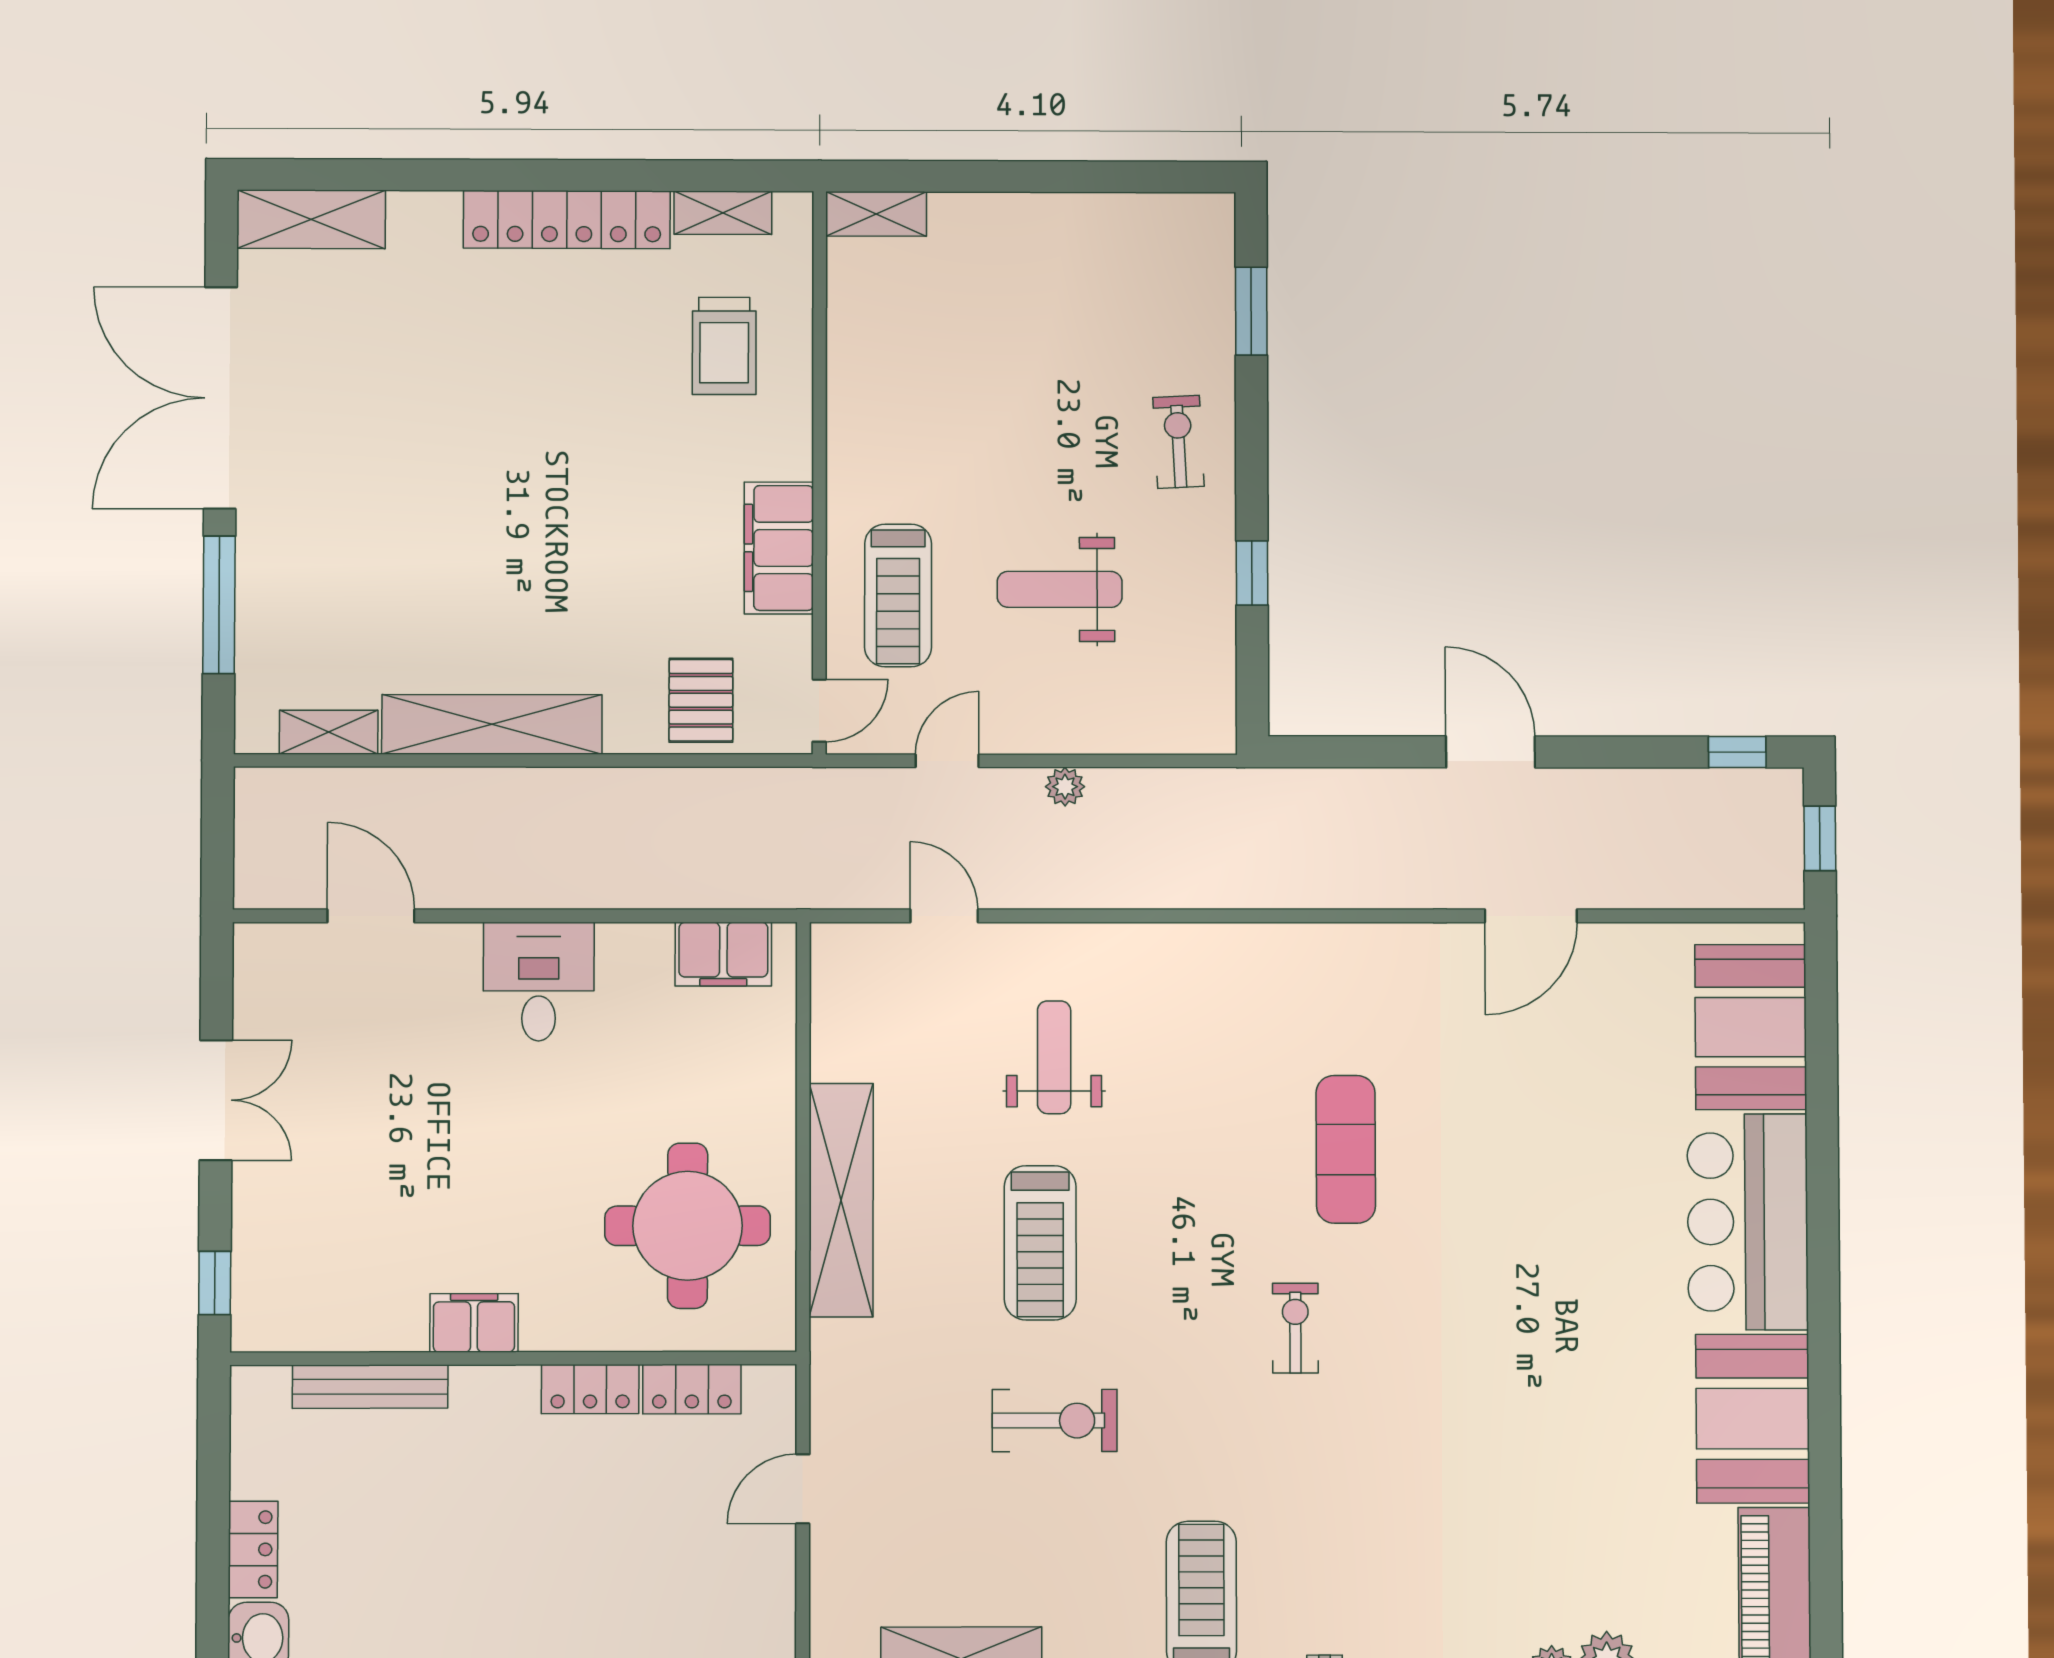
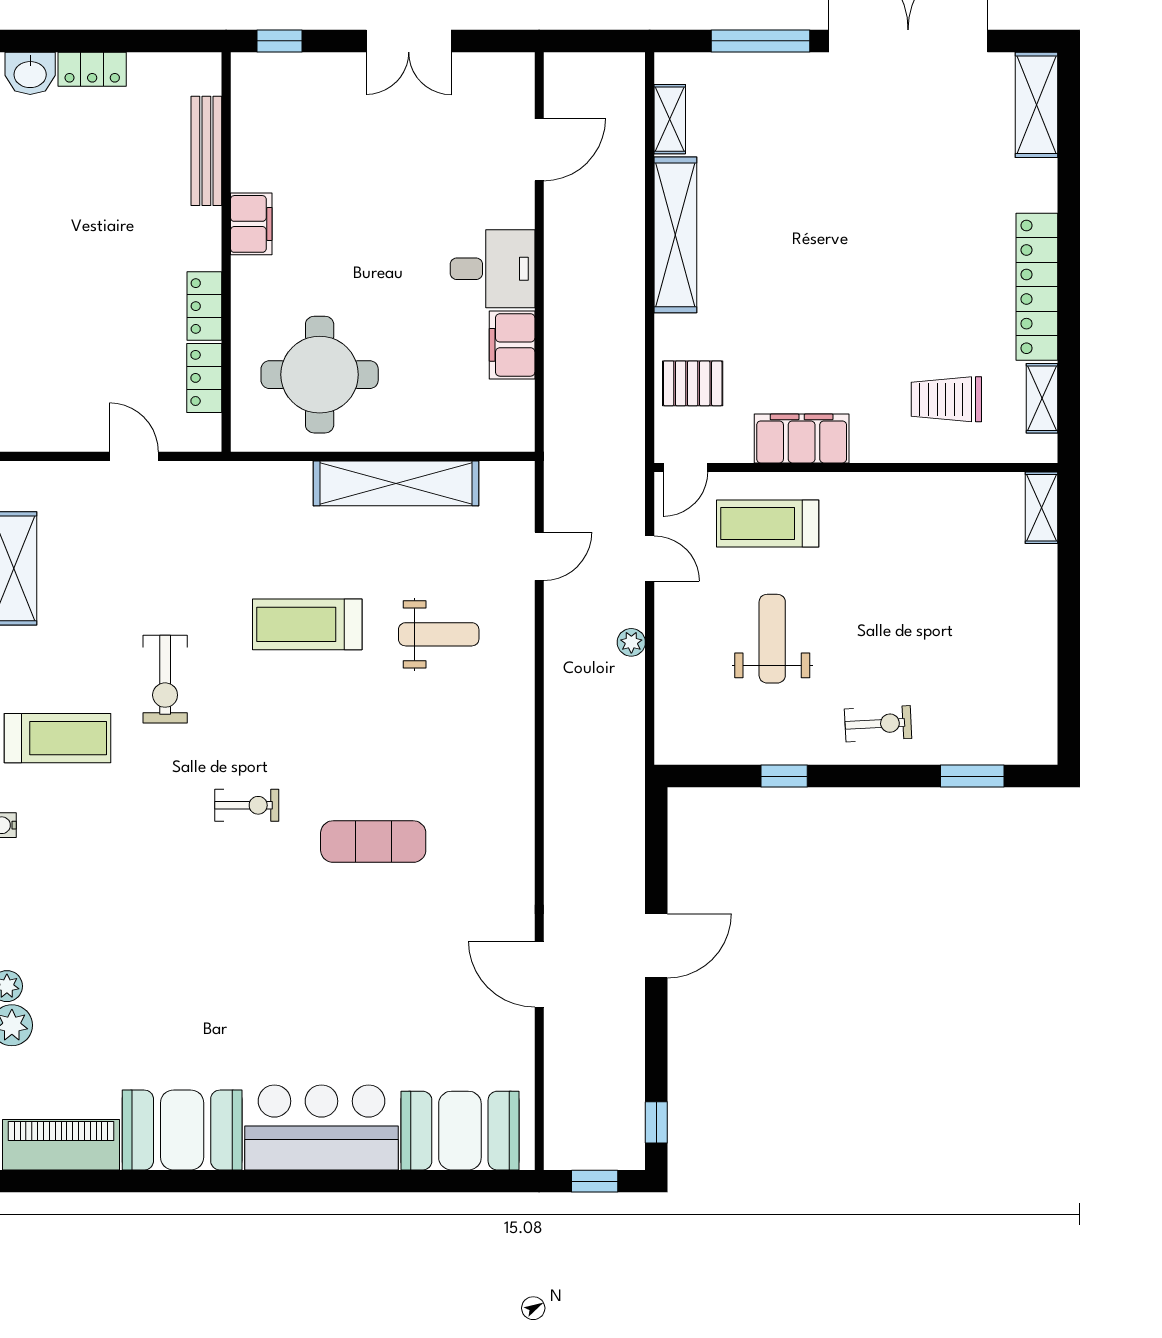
door: (819, 711) -> (685, 467), hinge flipped
filing cabinet: (723, 954) -> (512, 345), moved
shelving: (841, 1200) -> (396, 483), moved
exercise bike: (1055, 1421) -> (165, 679), moved

